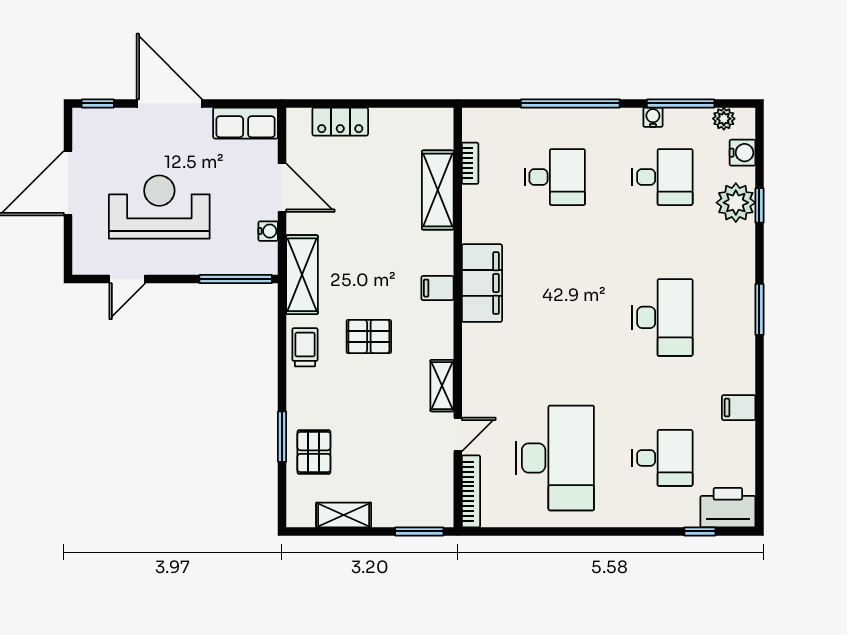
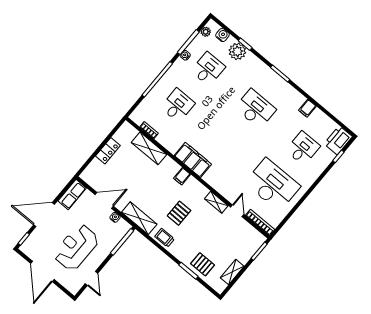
locker: (340, 122) -> (108, 151), moved

